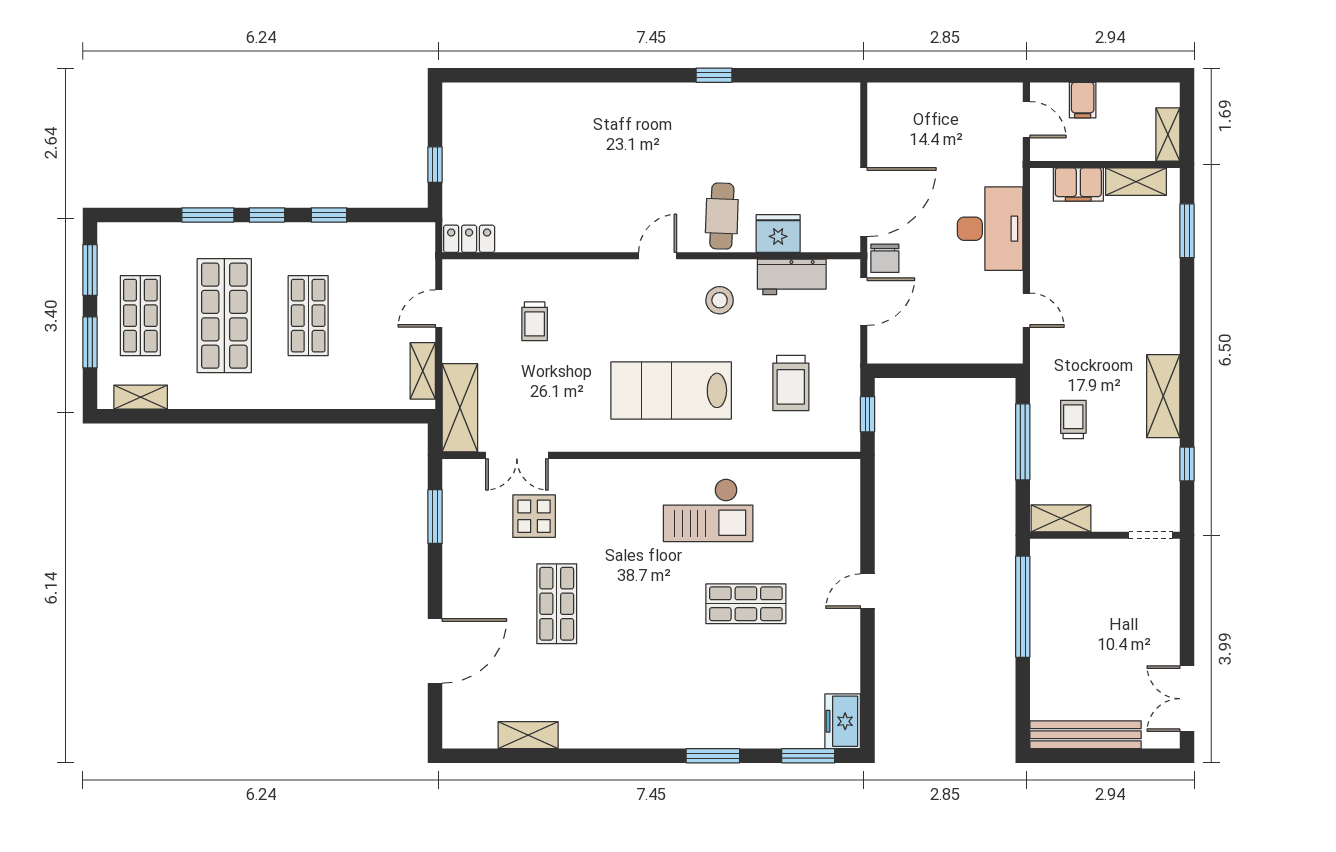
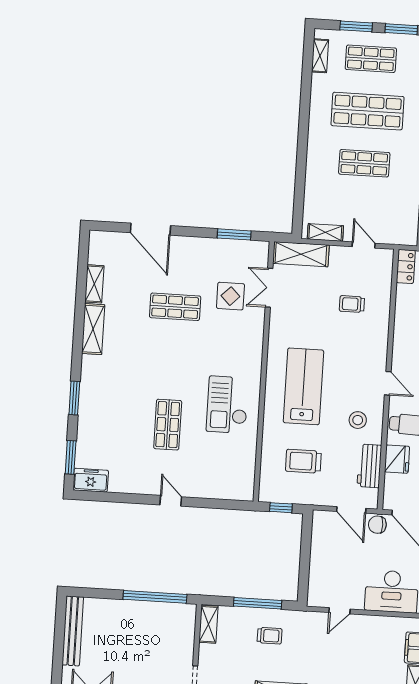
shelving: (601, 733) -> (93, 329), added

